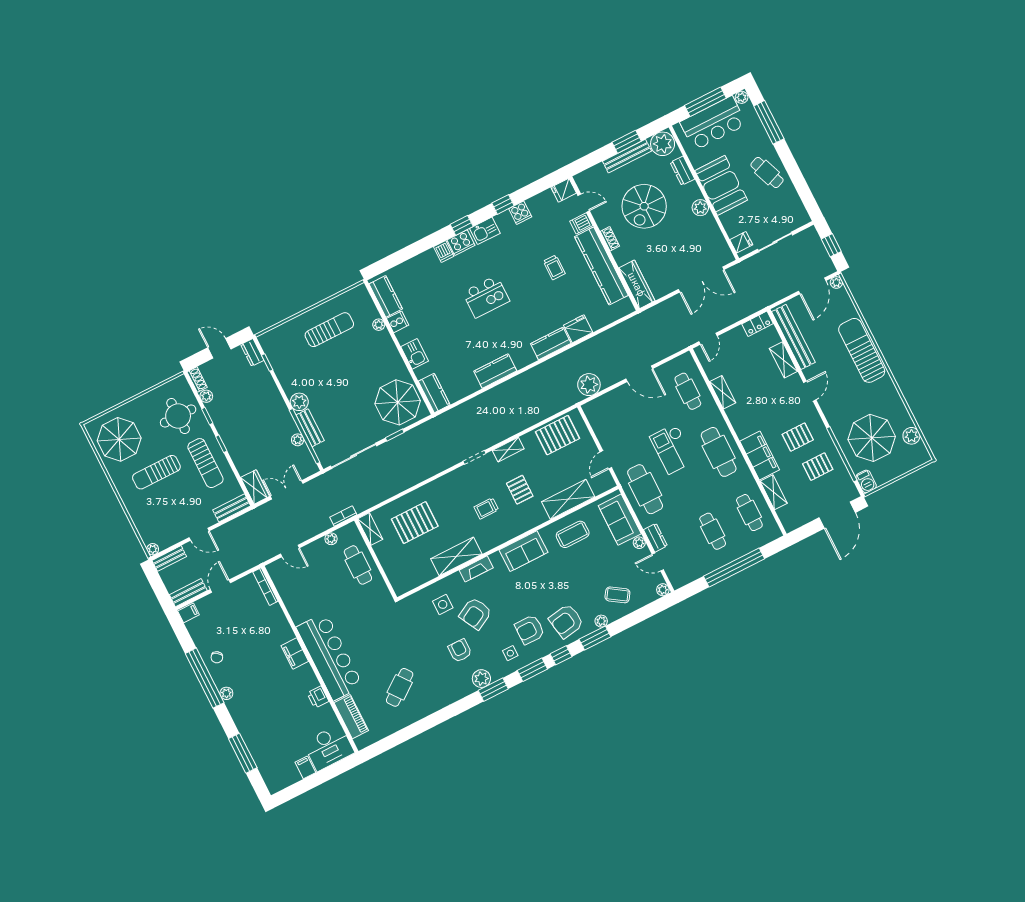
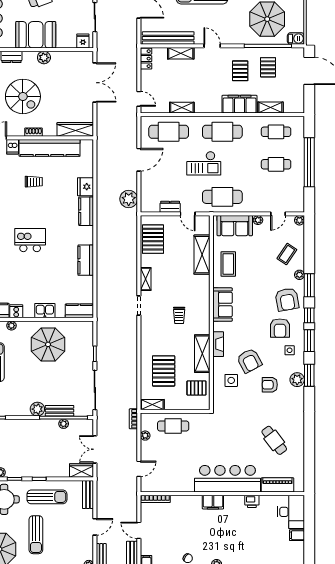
kitchen island: (486, 297) -> (30, 240), turned -90
cafe table: (688, 391) -> (169, 132), width x1.37, depth x1.35
parasol: (398, 402) -> (48, 344), moved
pallet: (520, 490) -> (196, 388), moved
dresser: (655, 538) -> (170, 207), moved

